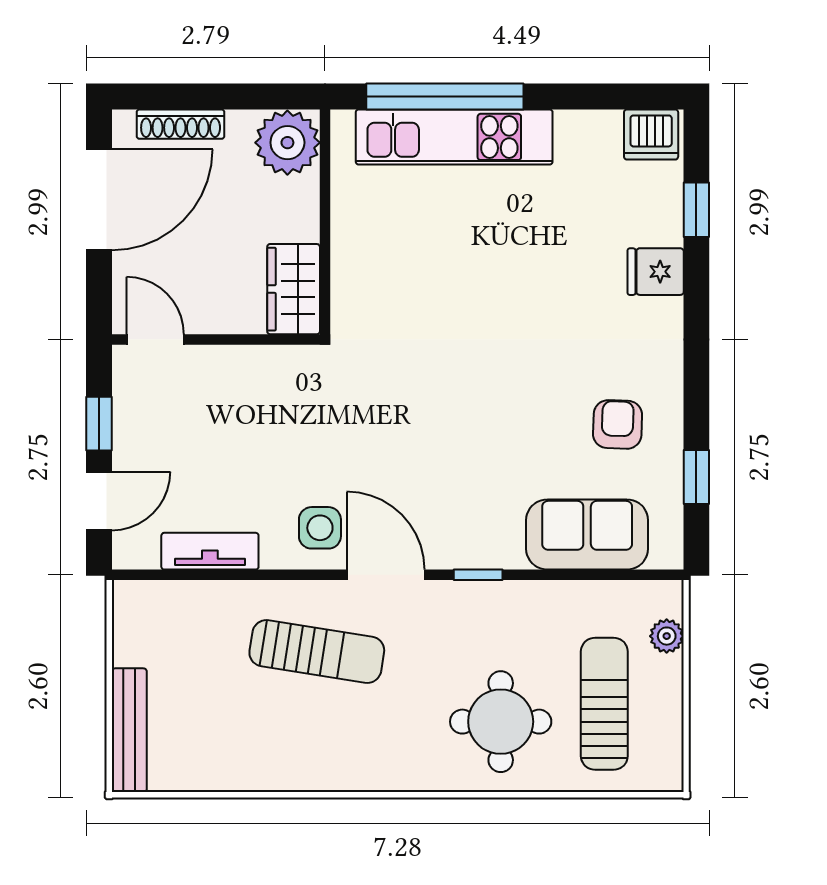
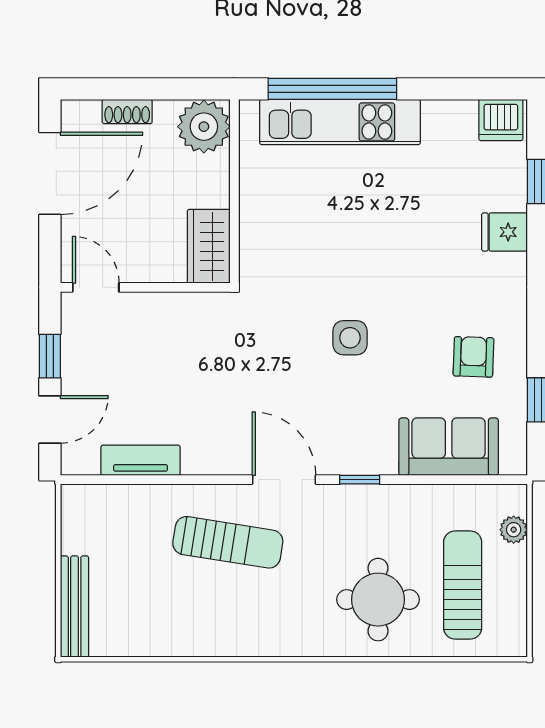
shoe rack: (181, 124) -> (127, 112), width x0.70
side table: (320, 528) -> (350, 338), moved

